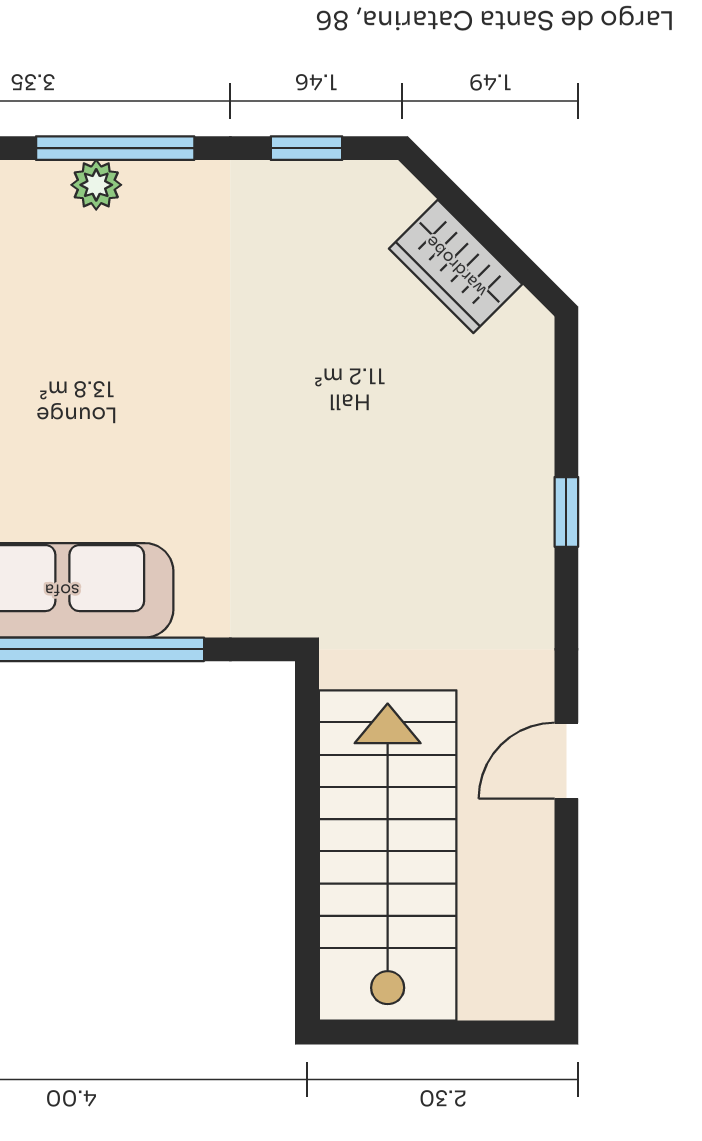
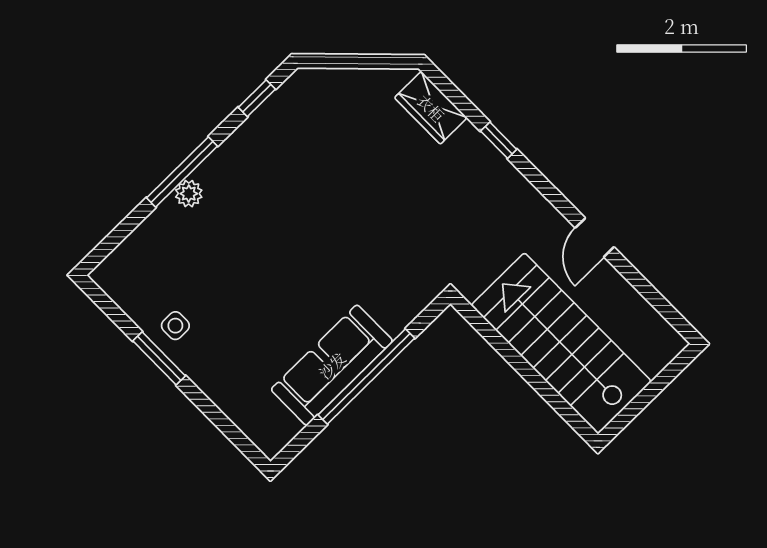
wardrobe: (456, 266) -> (431, 108), moved, turned 45

